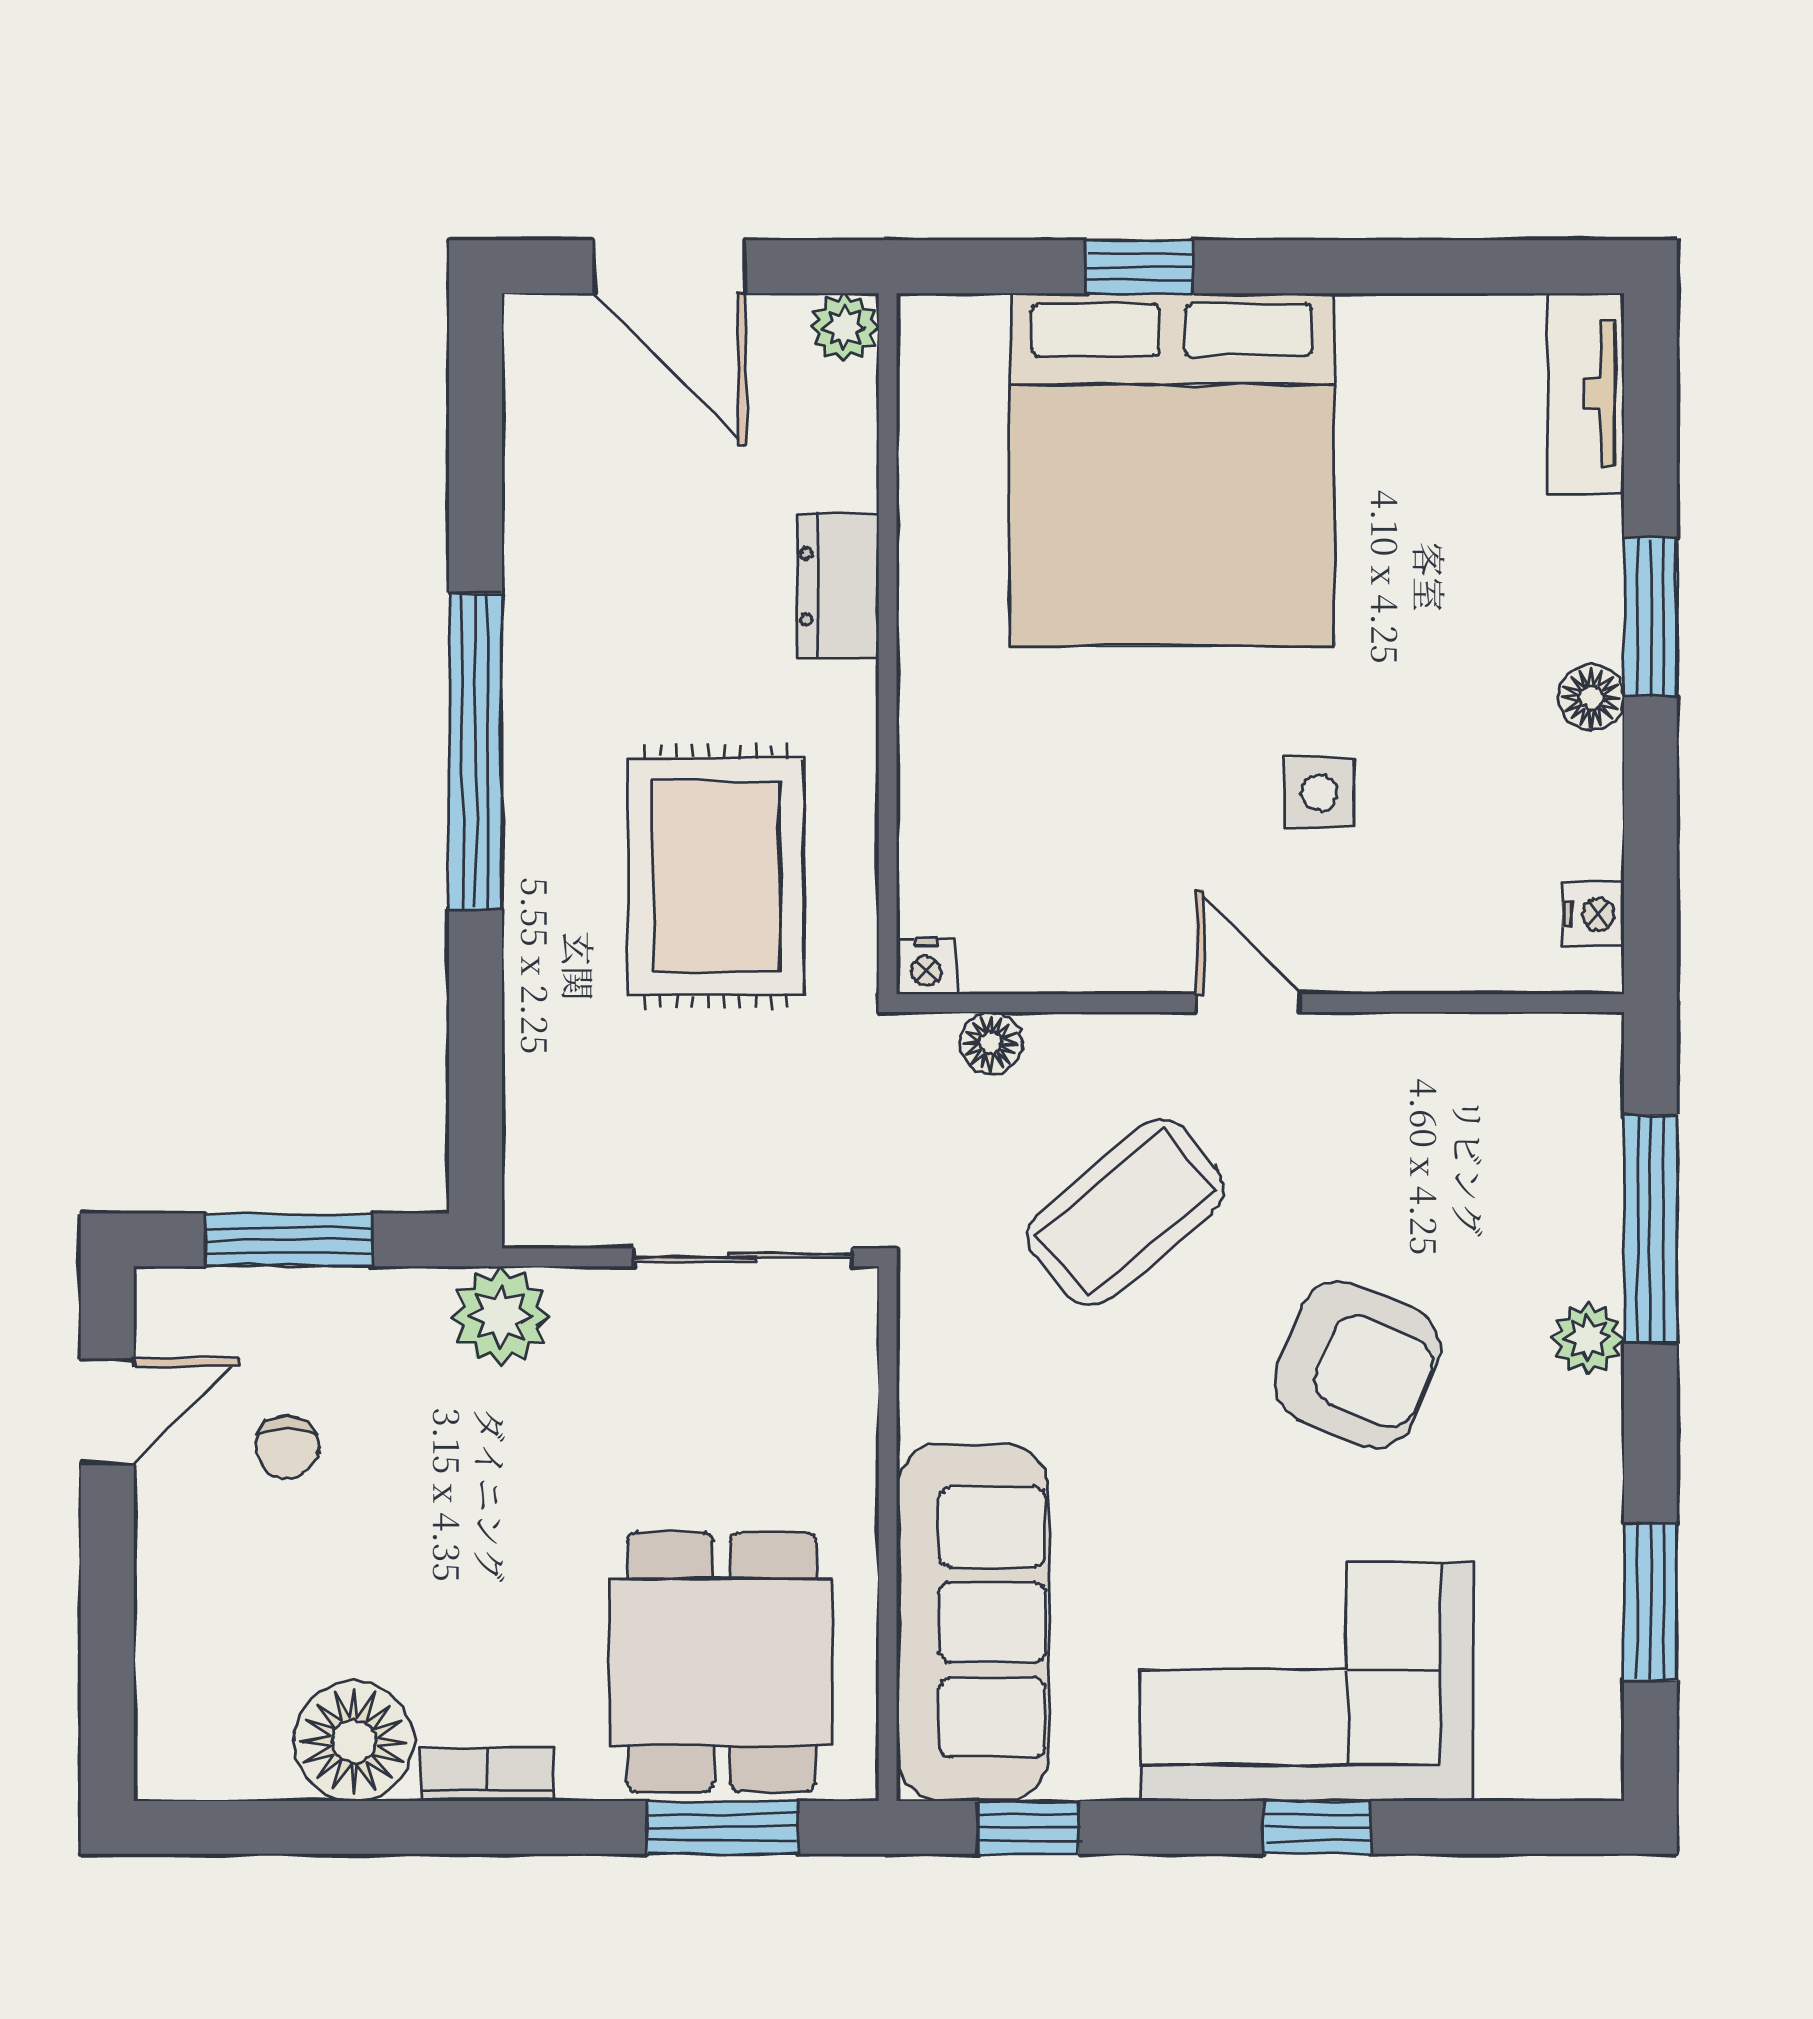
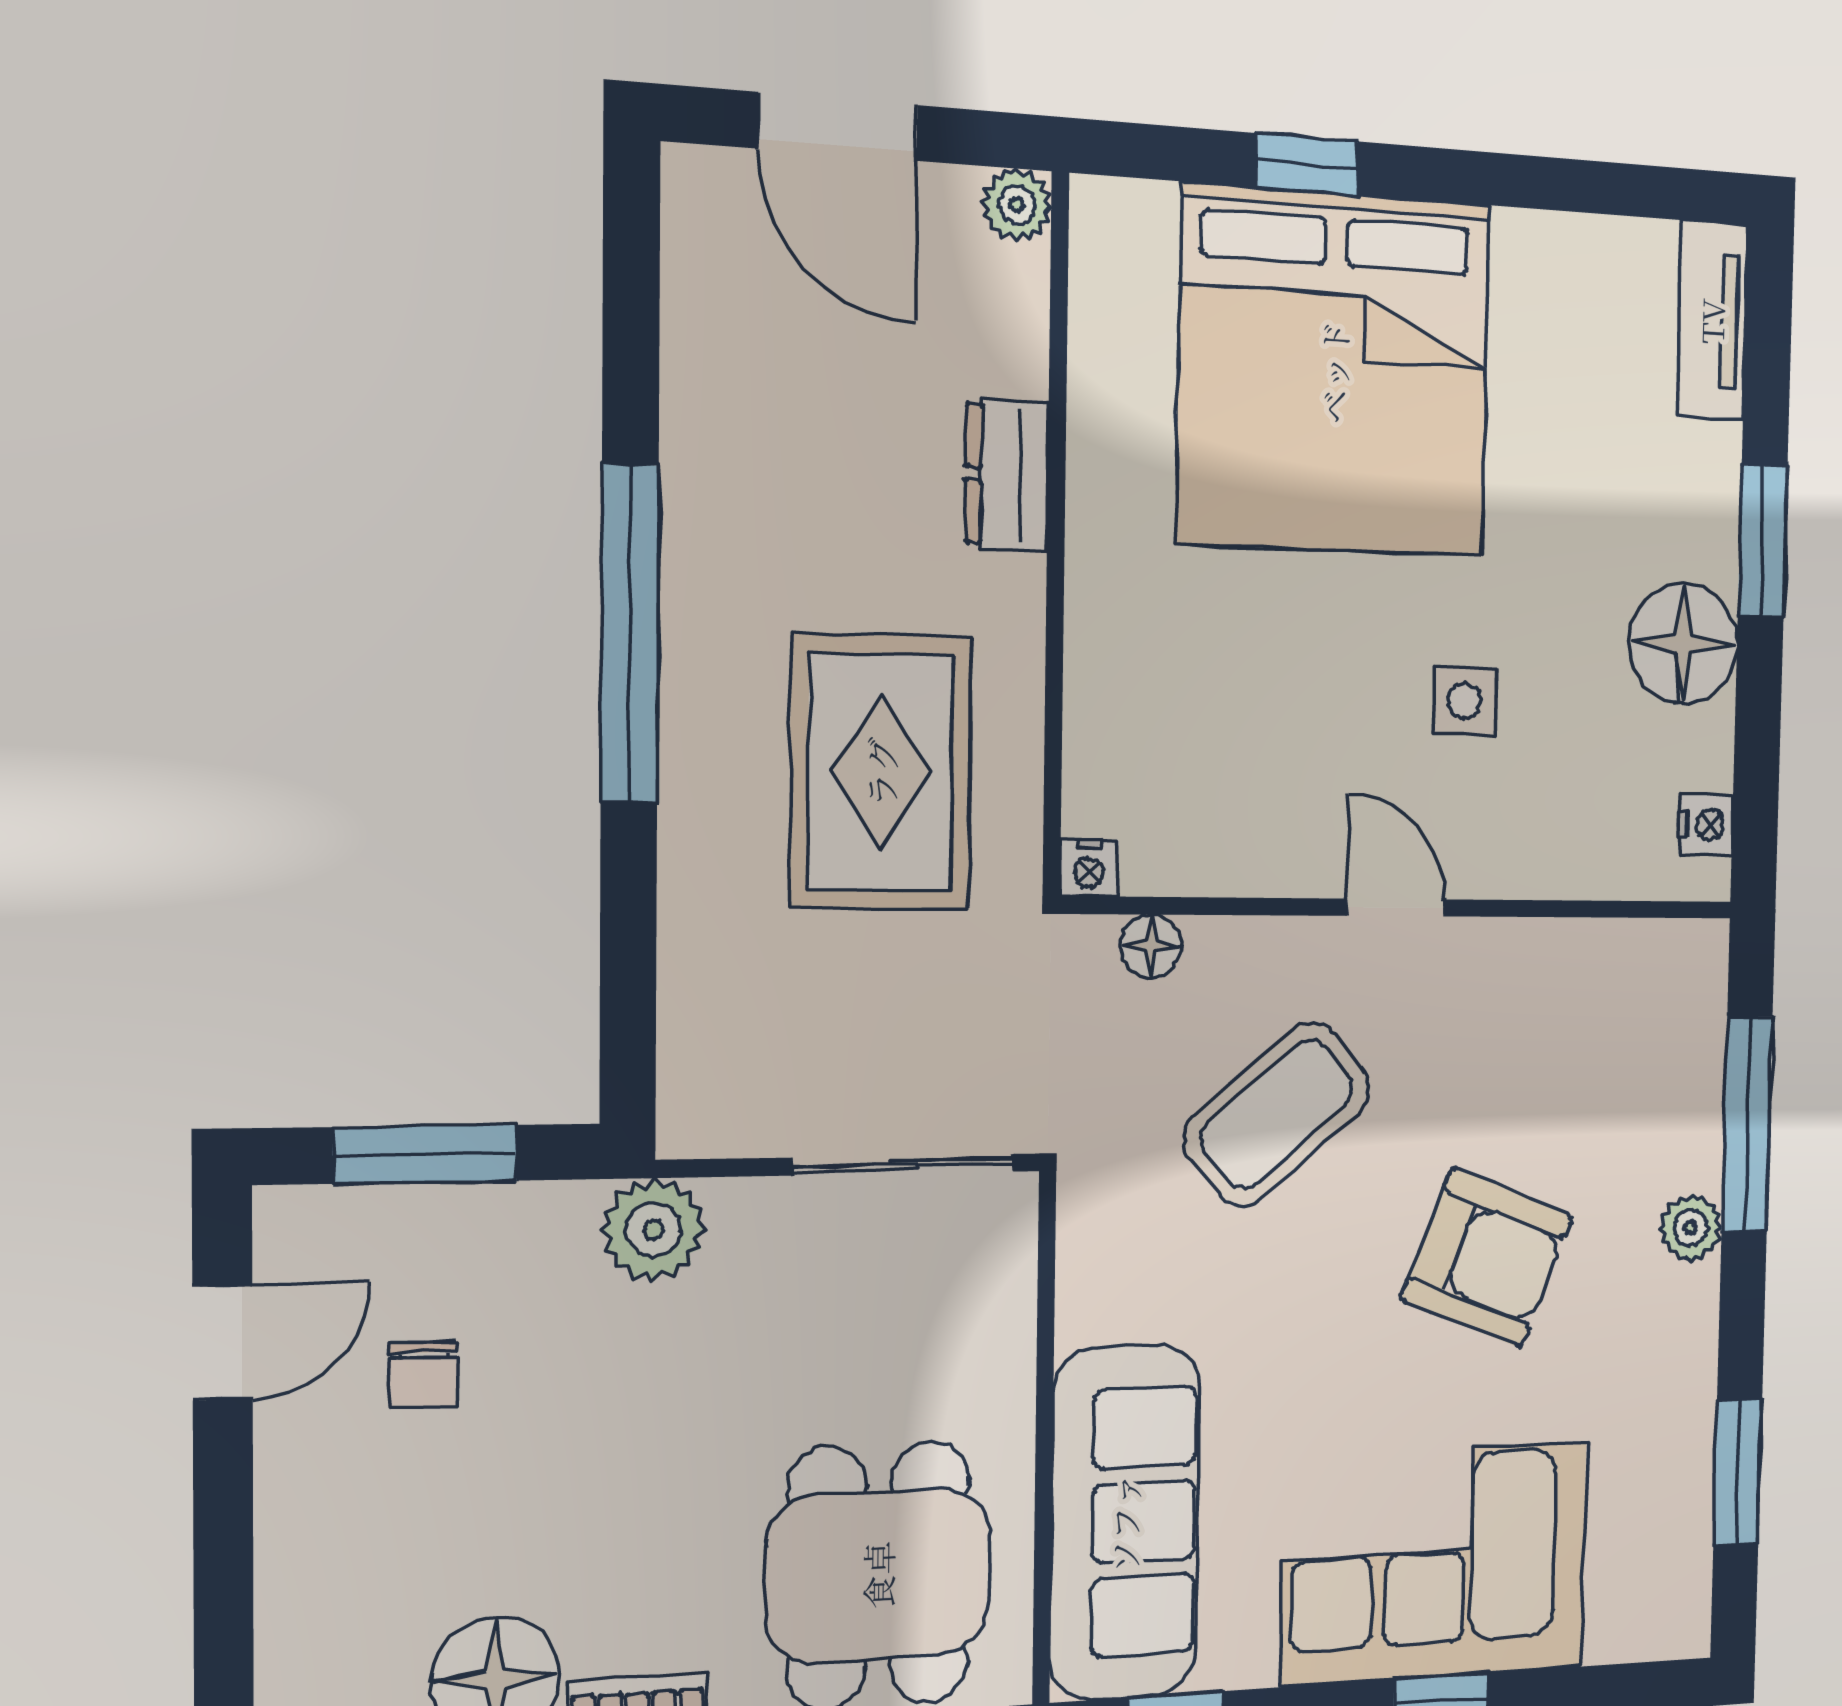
floor lamp: (1591, 697) -> (1683, 644), width x1.89, depth x1.89

